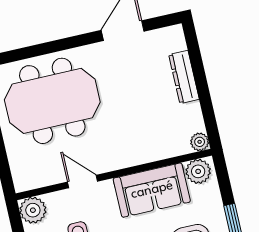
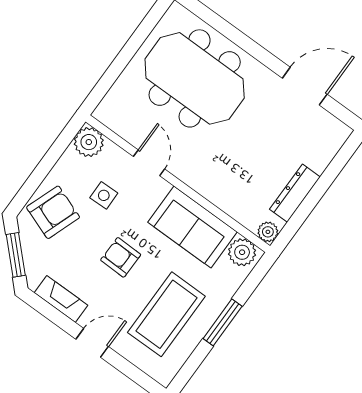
dresser: (184, 77) -> (295, 193), moved

